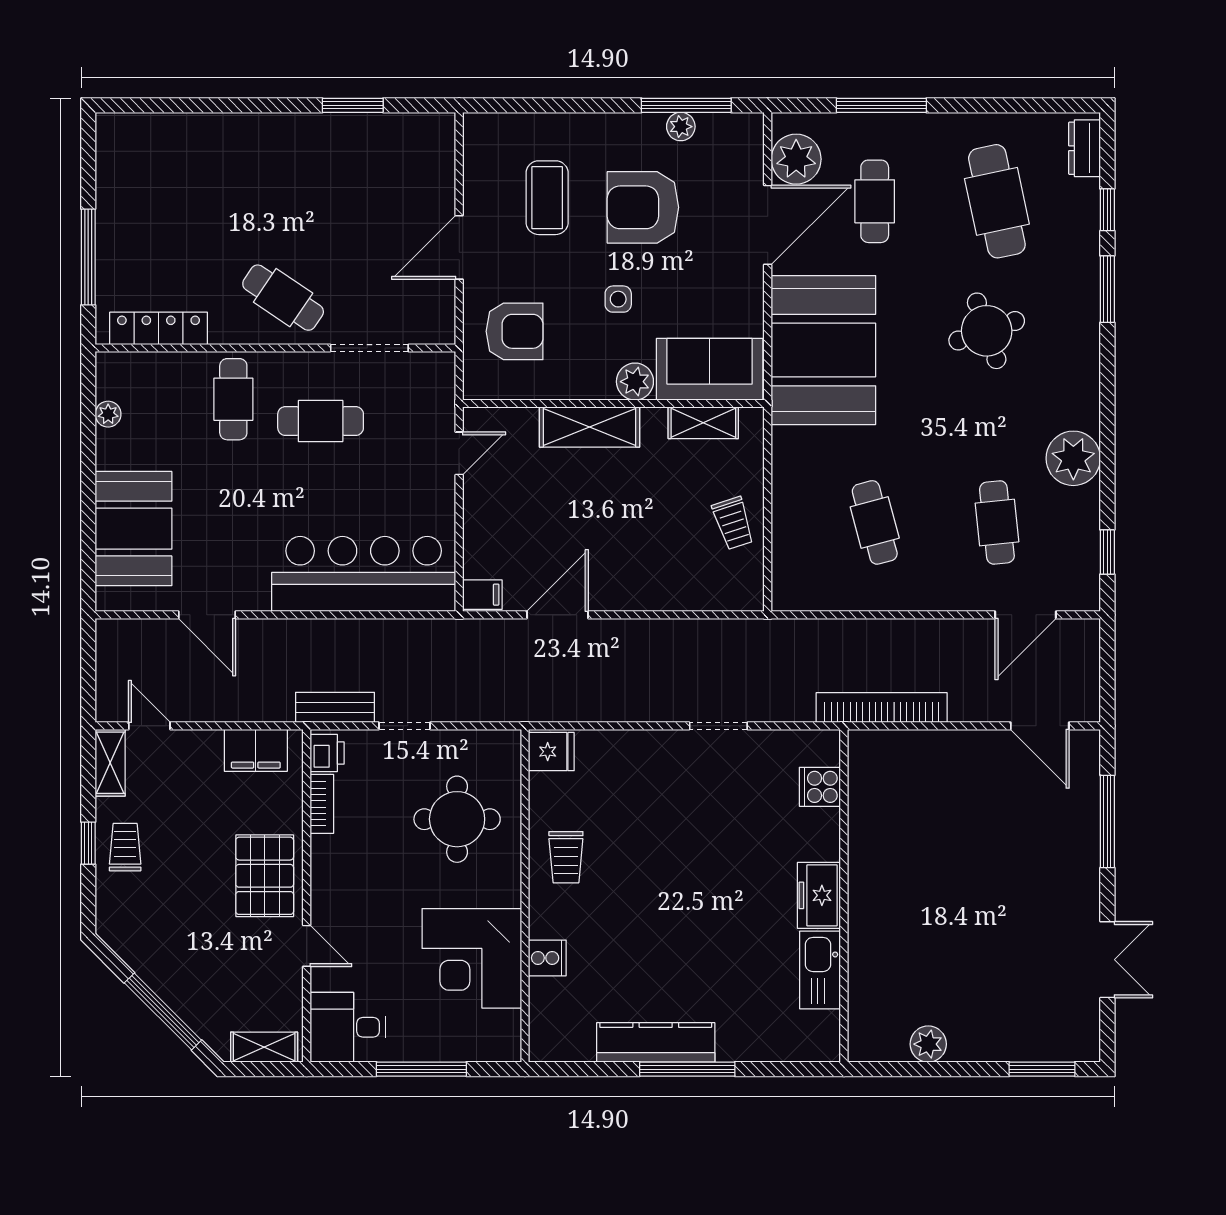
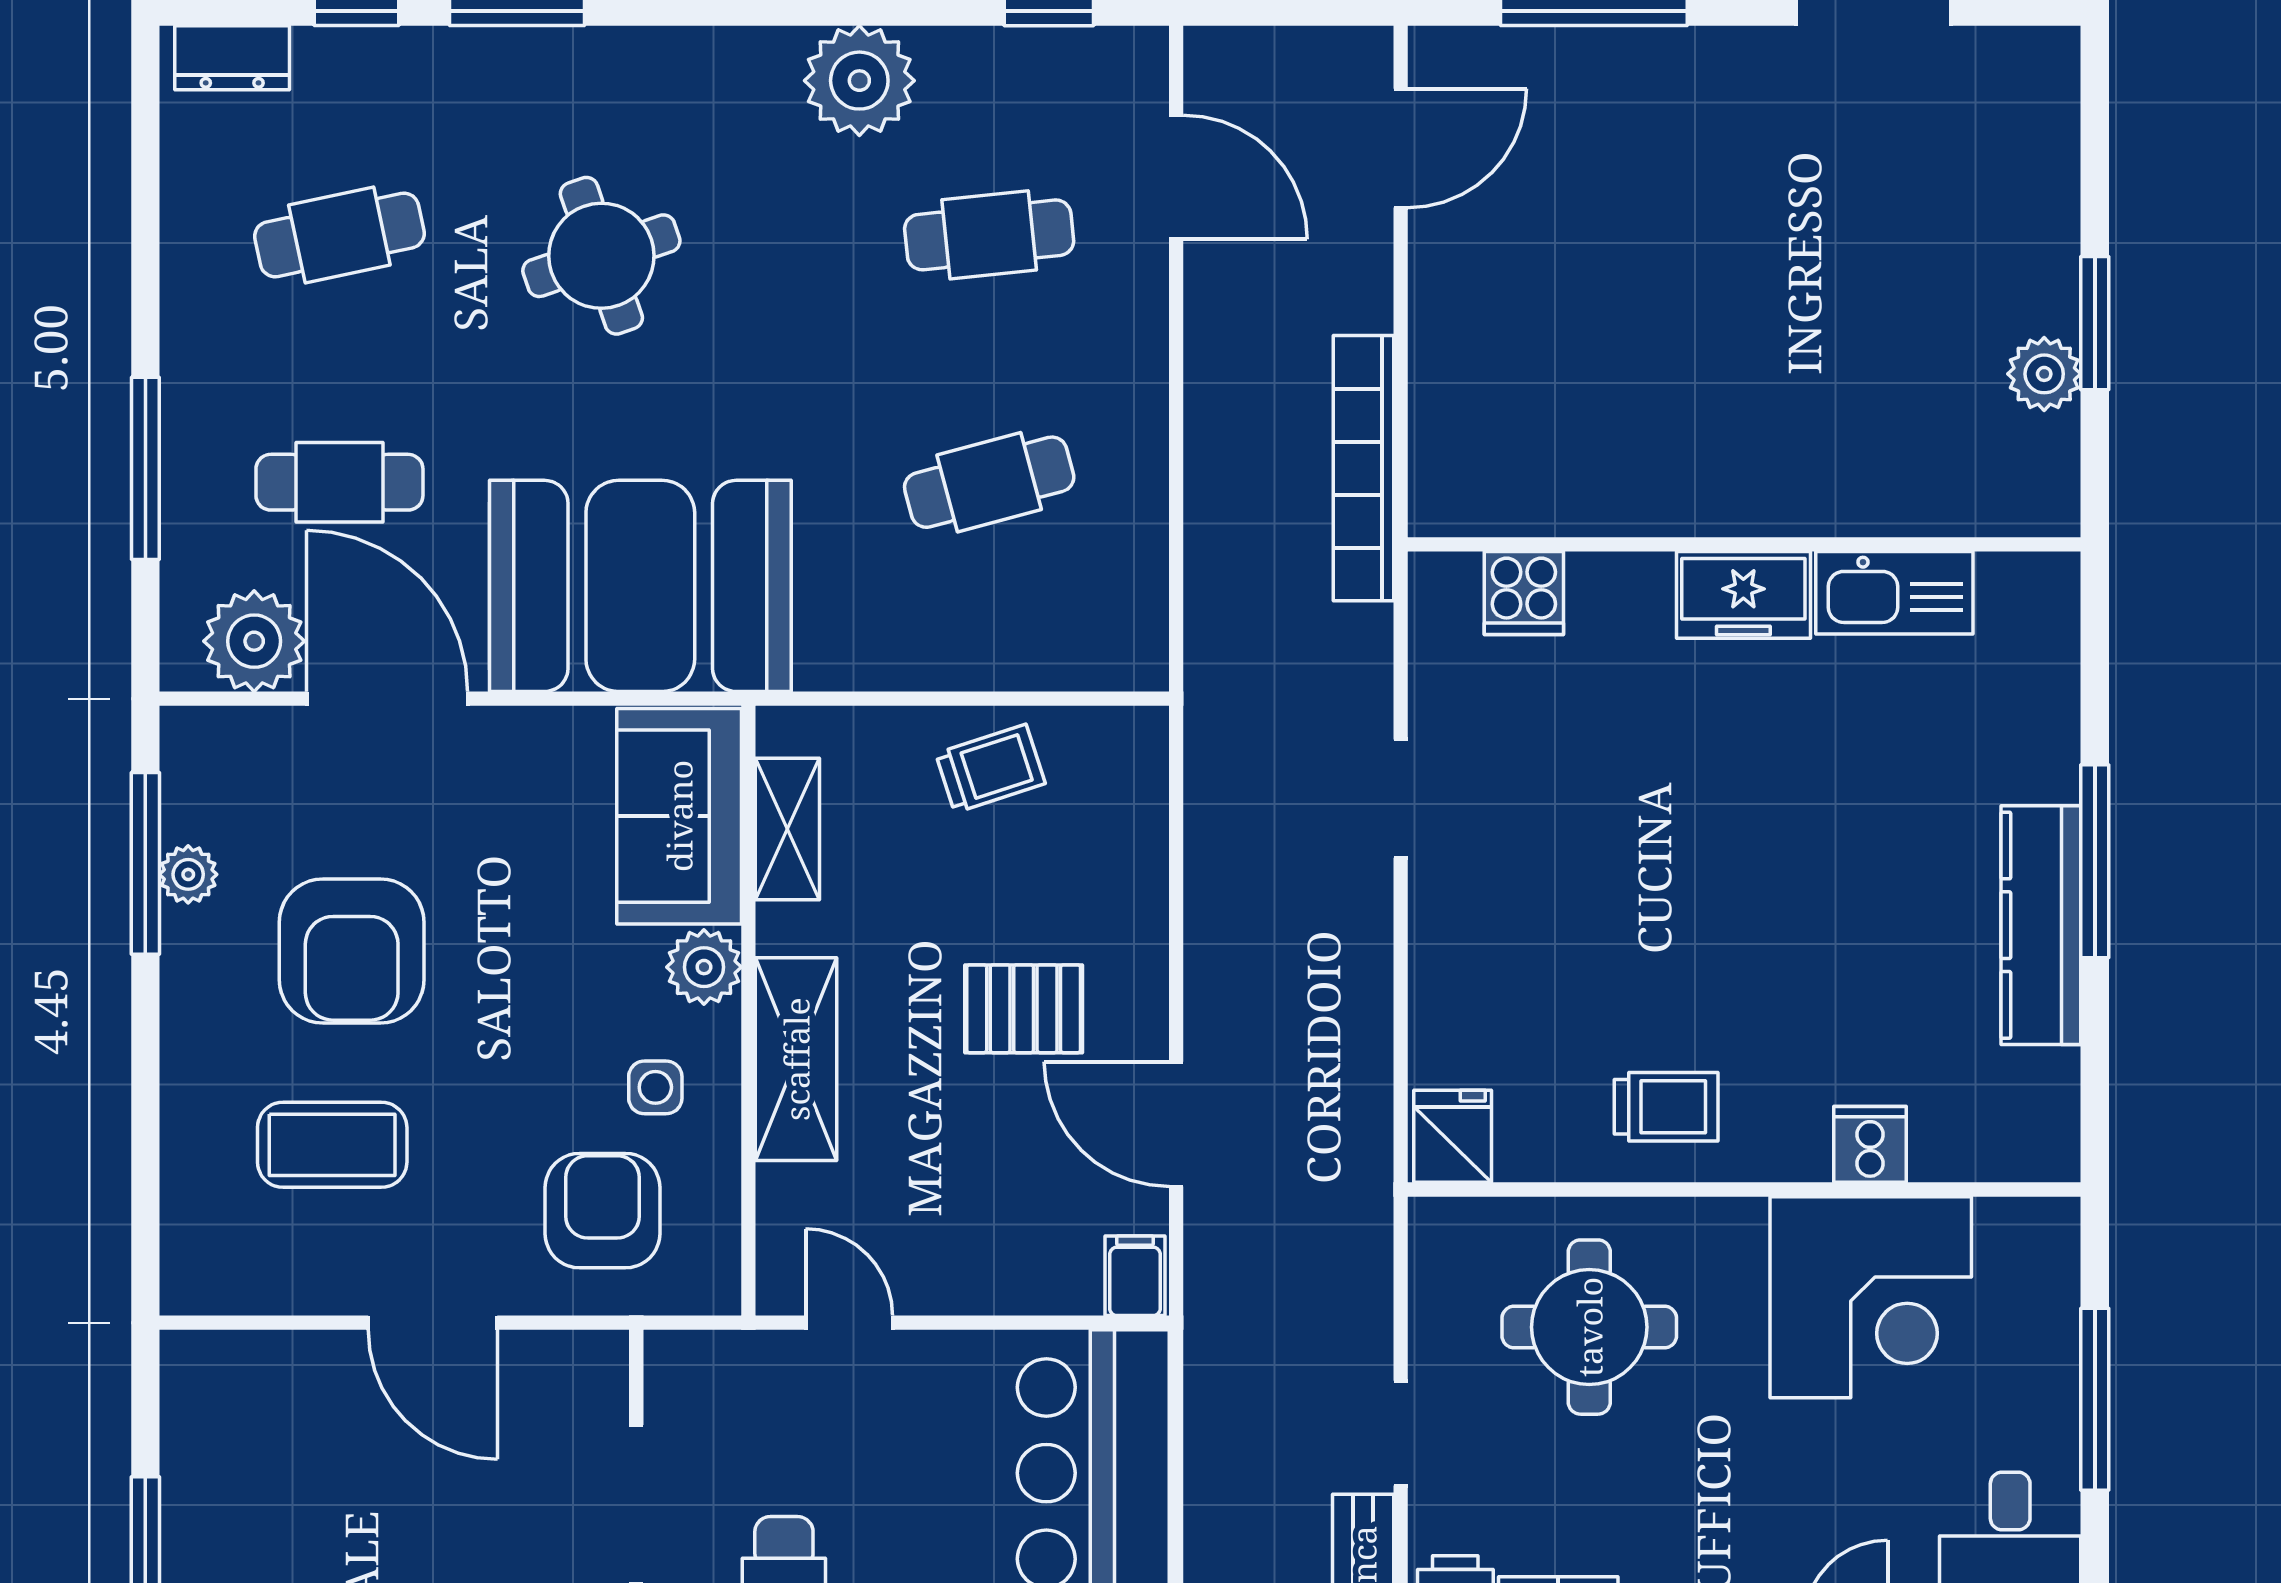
cafe table: (997, 201) -> (339, 235), width x0.73, depth x0.74
side table: (618, 299) -> (655, 1087), moved
pallet: (614, 540) -> (1024, 1009), added
window: (1042, 1069) -> (2095, 323), moved

